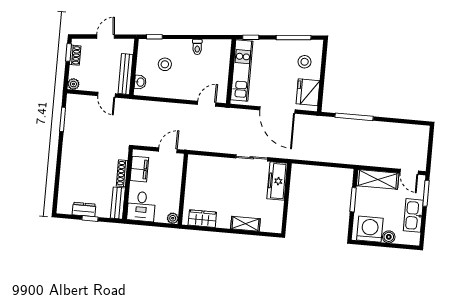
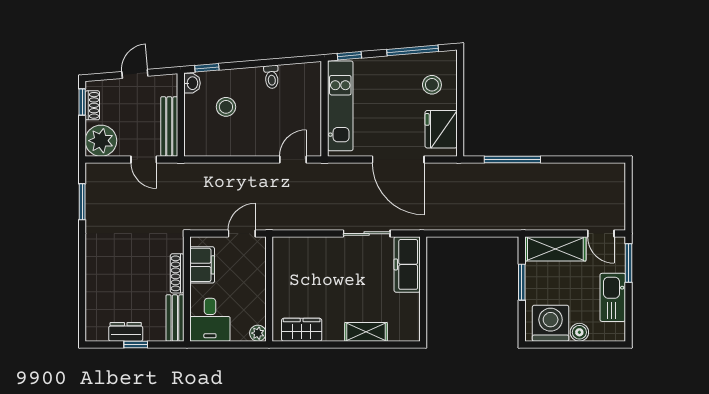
washbasin: (140, 82) -> (192, 83), moved
plant: (73, 84) -> (101, 141), width x1.88, depth x1.88

